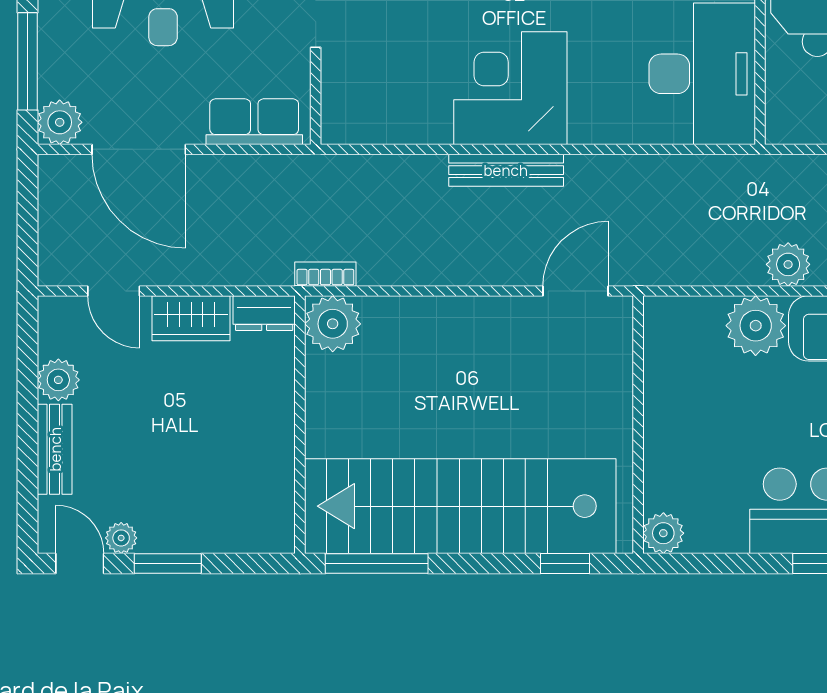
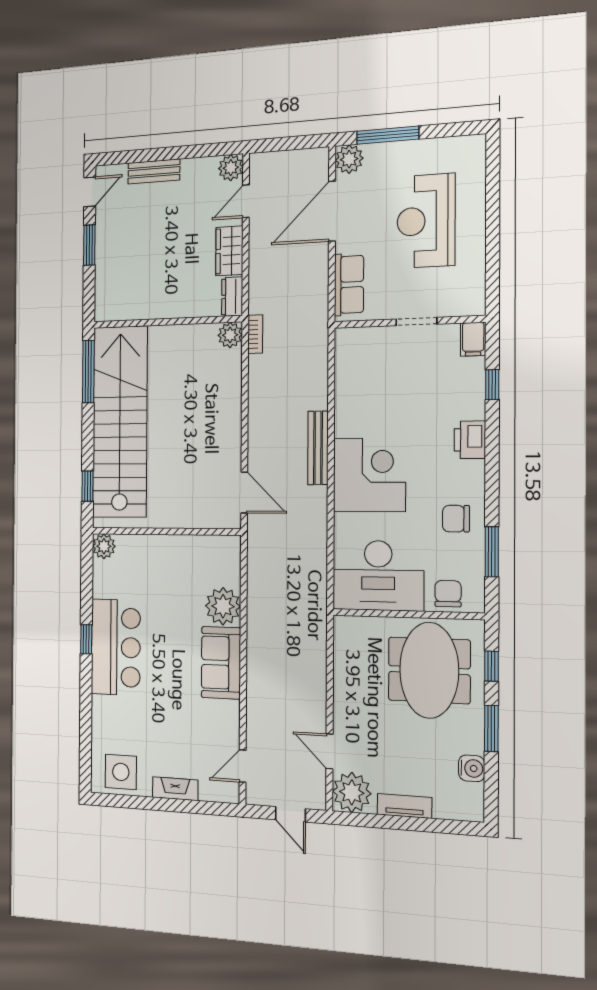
corner desk: (510, 88) -> (369, 475), moved
plant: (788, 264) -> (259, 628), removed
plant: (333, 324) -> (230, 335), width x0.73, depth x0.73
plant: (58, 380) -> (231, 168), moved
plant: (121, 538) -> (104, 216), removed

